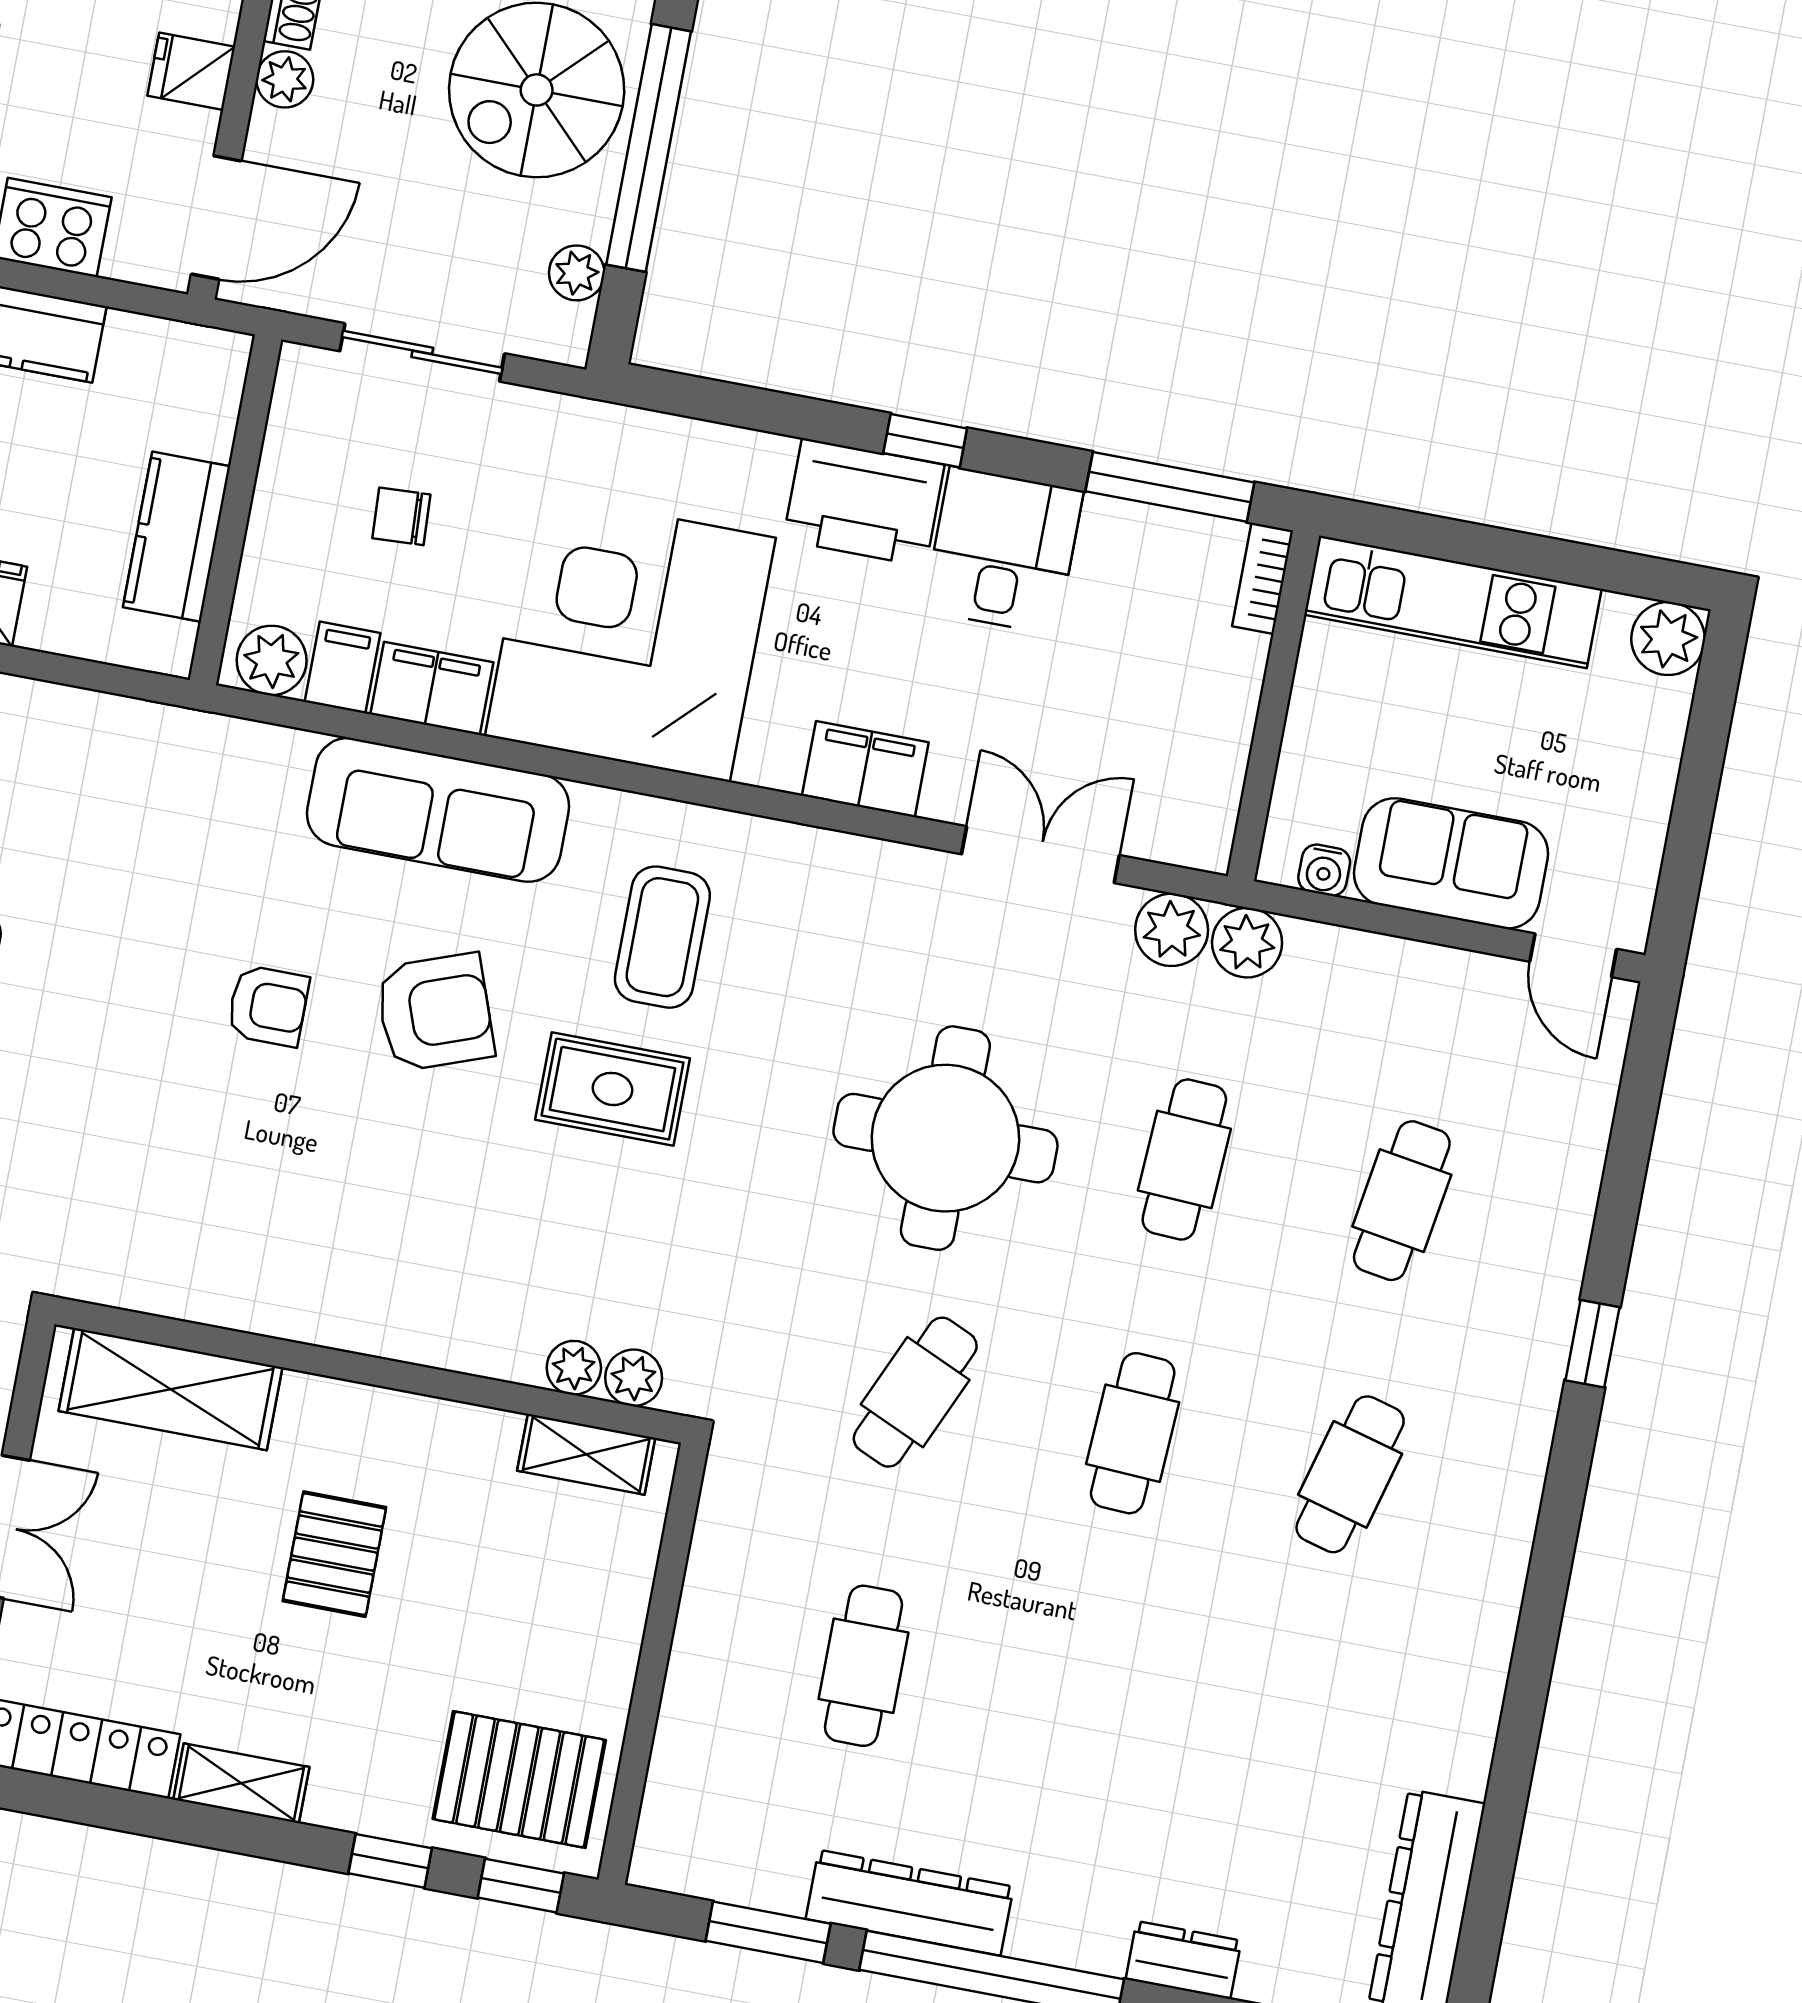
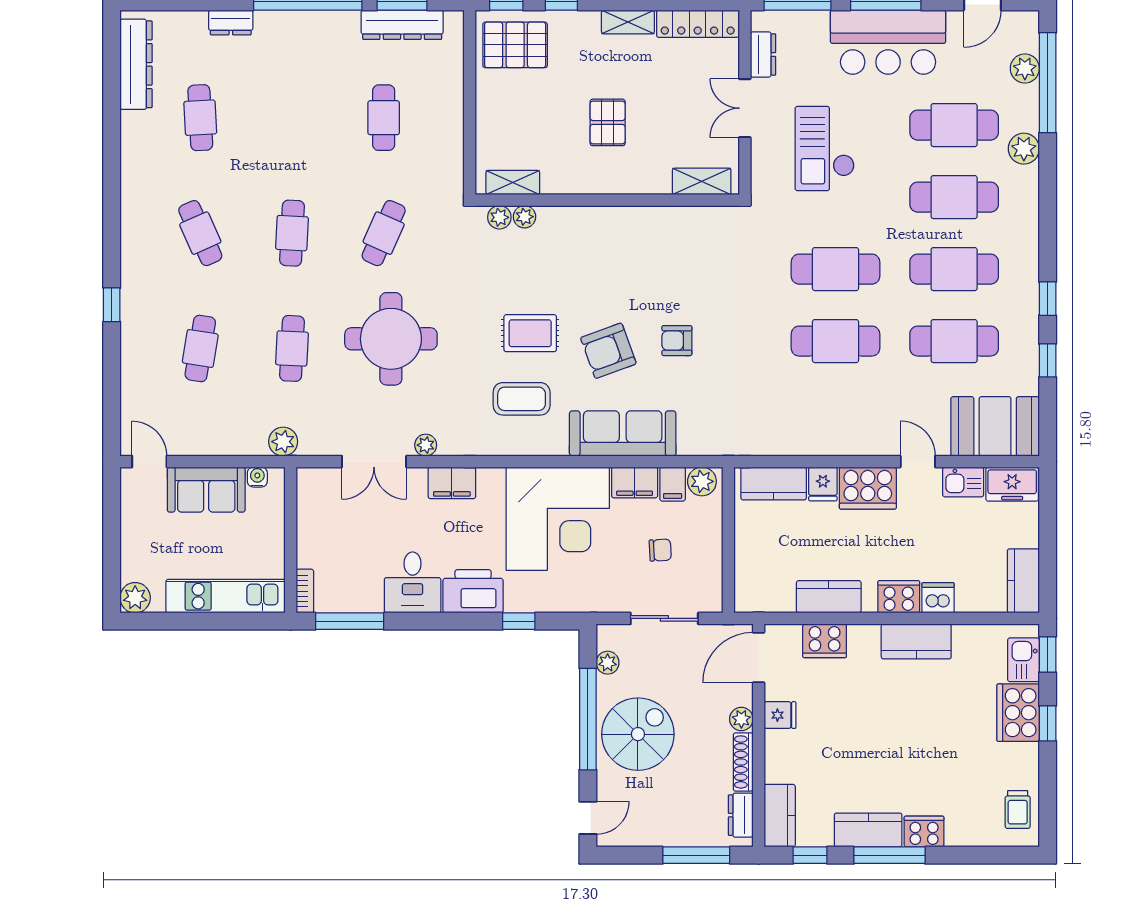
window: (925, 441) -> (519, 621), moved
kitchen counter: (176, 537) -> (774, 483), moved, turned 90
plant: (1172, 930) -> (426, 445), moved, width x0.73, depth x0.73
coffee table: (662, 937) -> (522, 399), turned 90
shelving: (170, 1389) -> (702, 181), width x0.67, depth x0.75
cafe table: (1350, 1474) -> (200, 233), turned -39
cafe table: (1298, 1748) -> (200, 118), added
dresser: (910, 1903) -> (402, 25), moved

